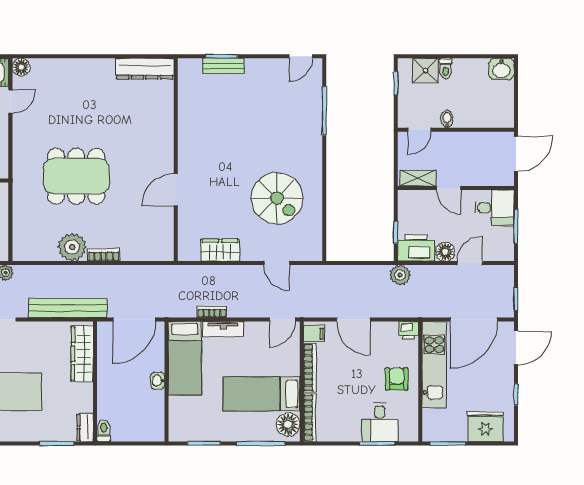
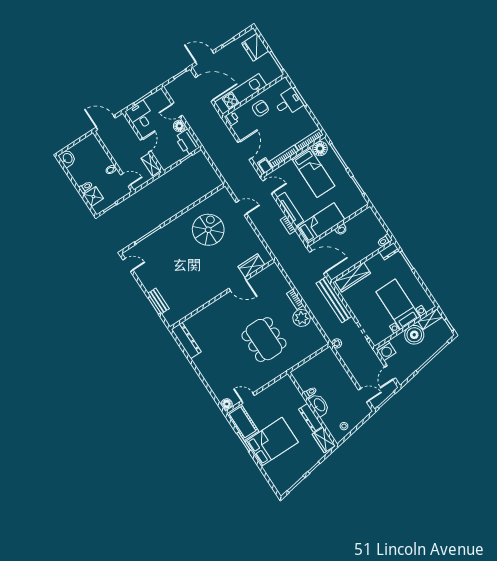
wardrobe: (220, 250) -> (251, 266), moved, turned 90
door: (277, 263) -> (241, 208), hinge flipped
plant: (400, 275) -> (206, 141), removed
tv unit: (223, 329) -> (290, 209), width x1.41
armchair: (397, 379) -> (260, 108), turned 180

